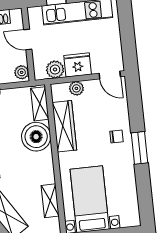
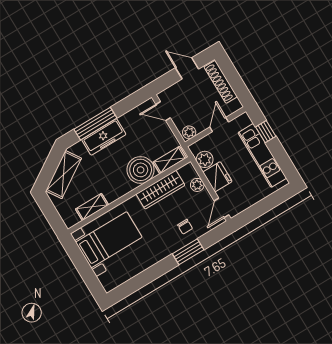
chair: (116, 136) -> (185, 227), moved
window: (139, 148) -> (188, 252), moved

